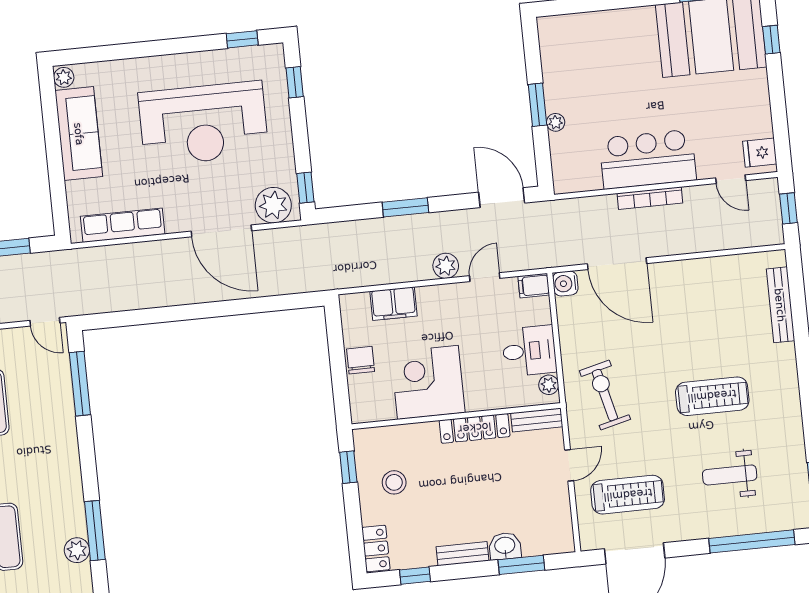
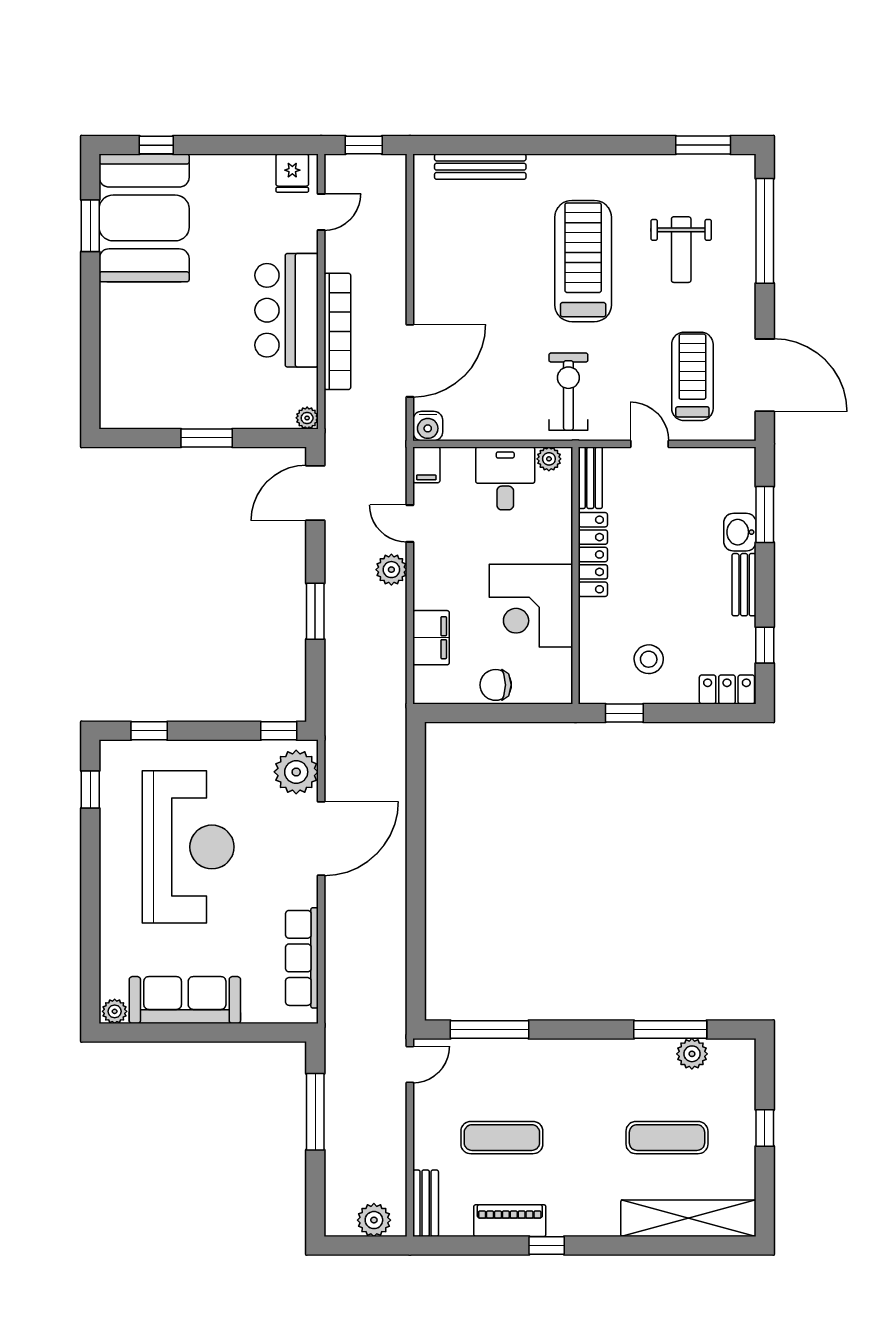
plant: (556, 122) -> (307, 418), moved
bookcase: (650, 198) -> (337, 331), width x1.48, depth x1.31
exercise bike: (605, 395) -> (568, 392), turned 104
treadmill: (712, 396) -> (583, 261), width x1.37, depth x1.38

